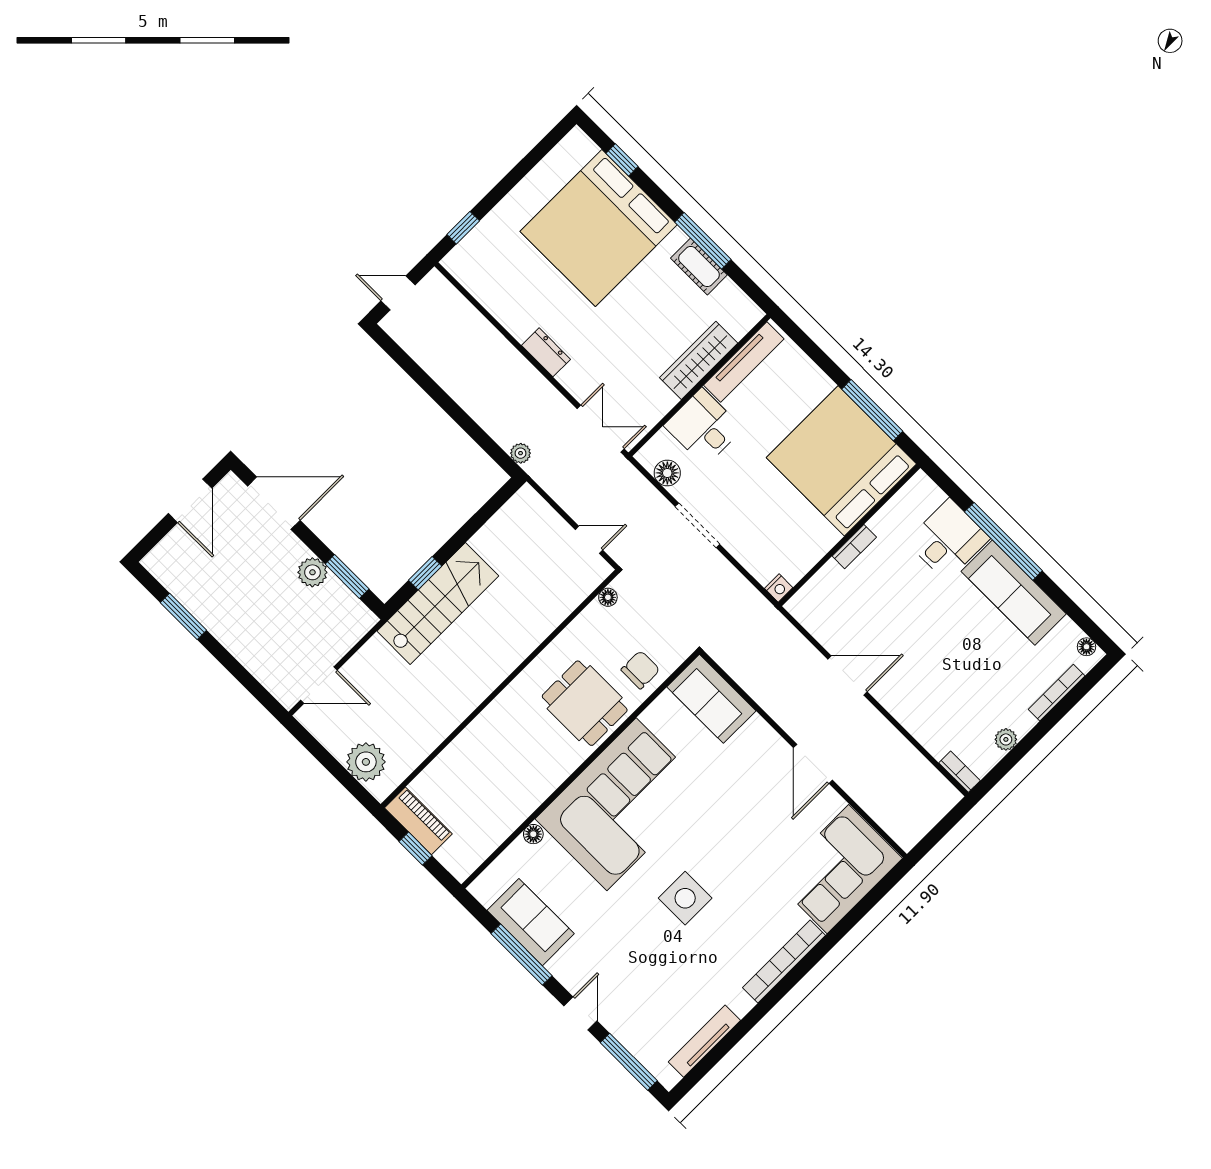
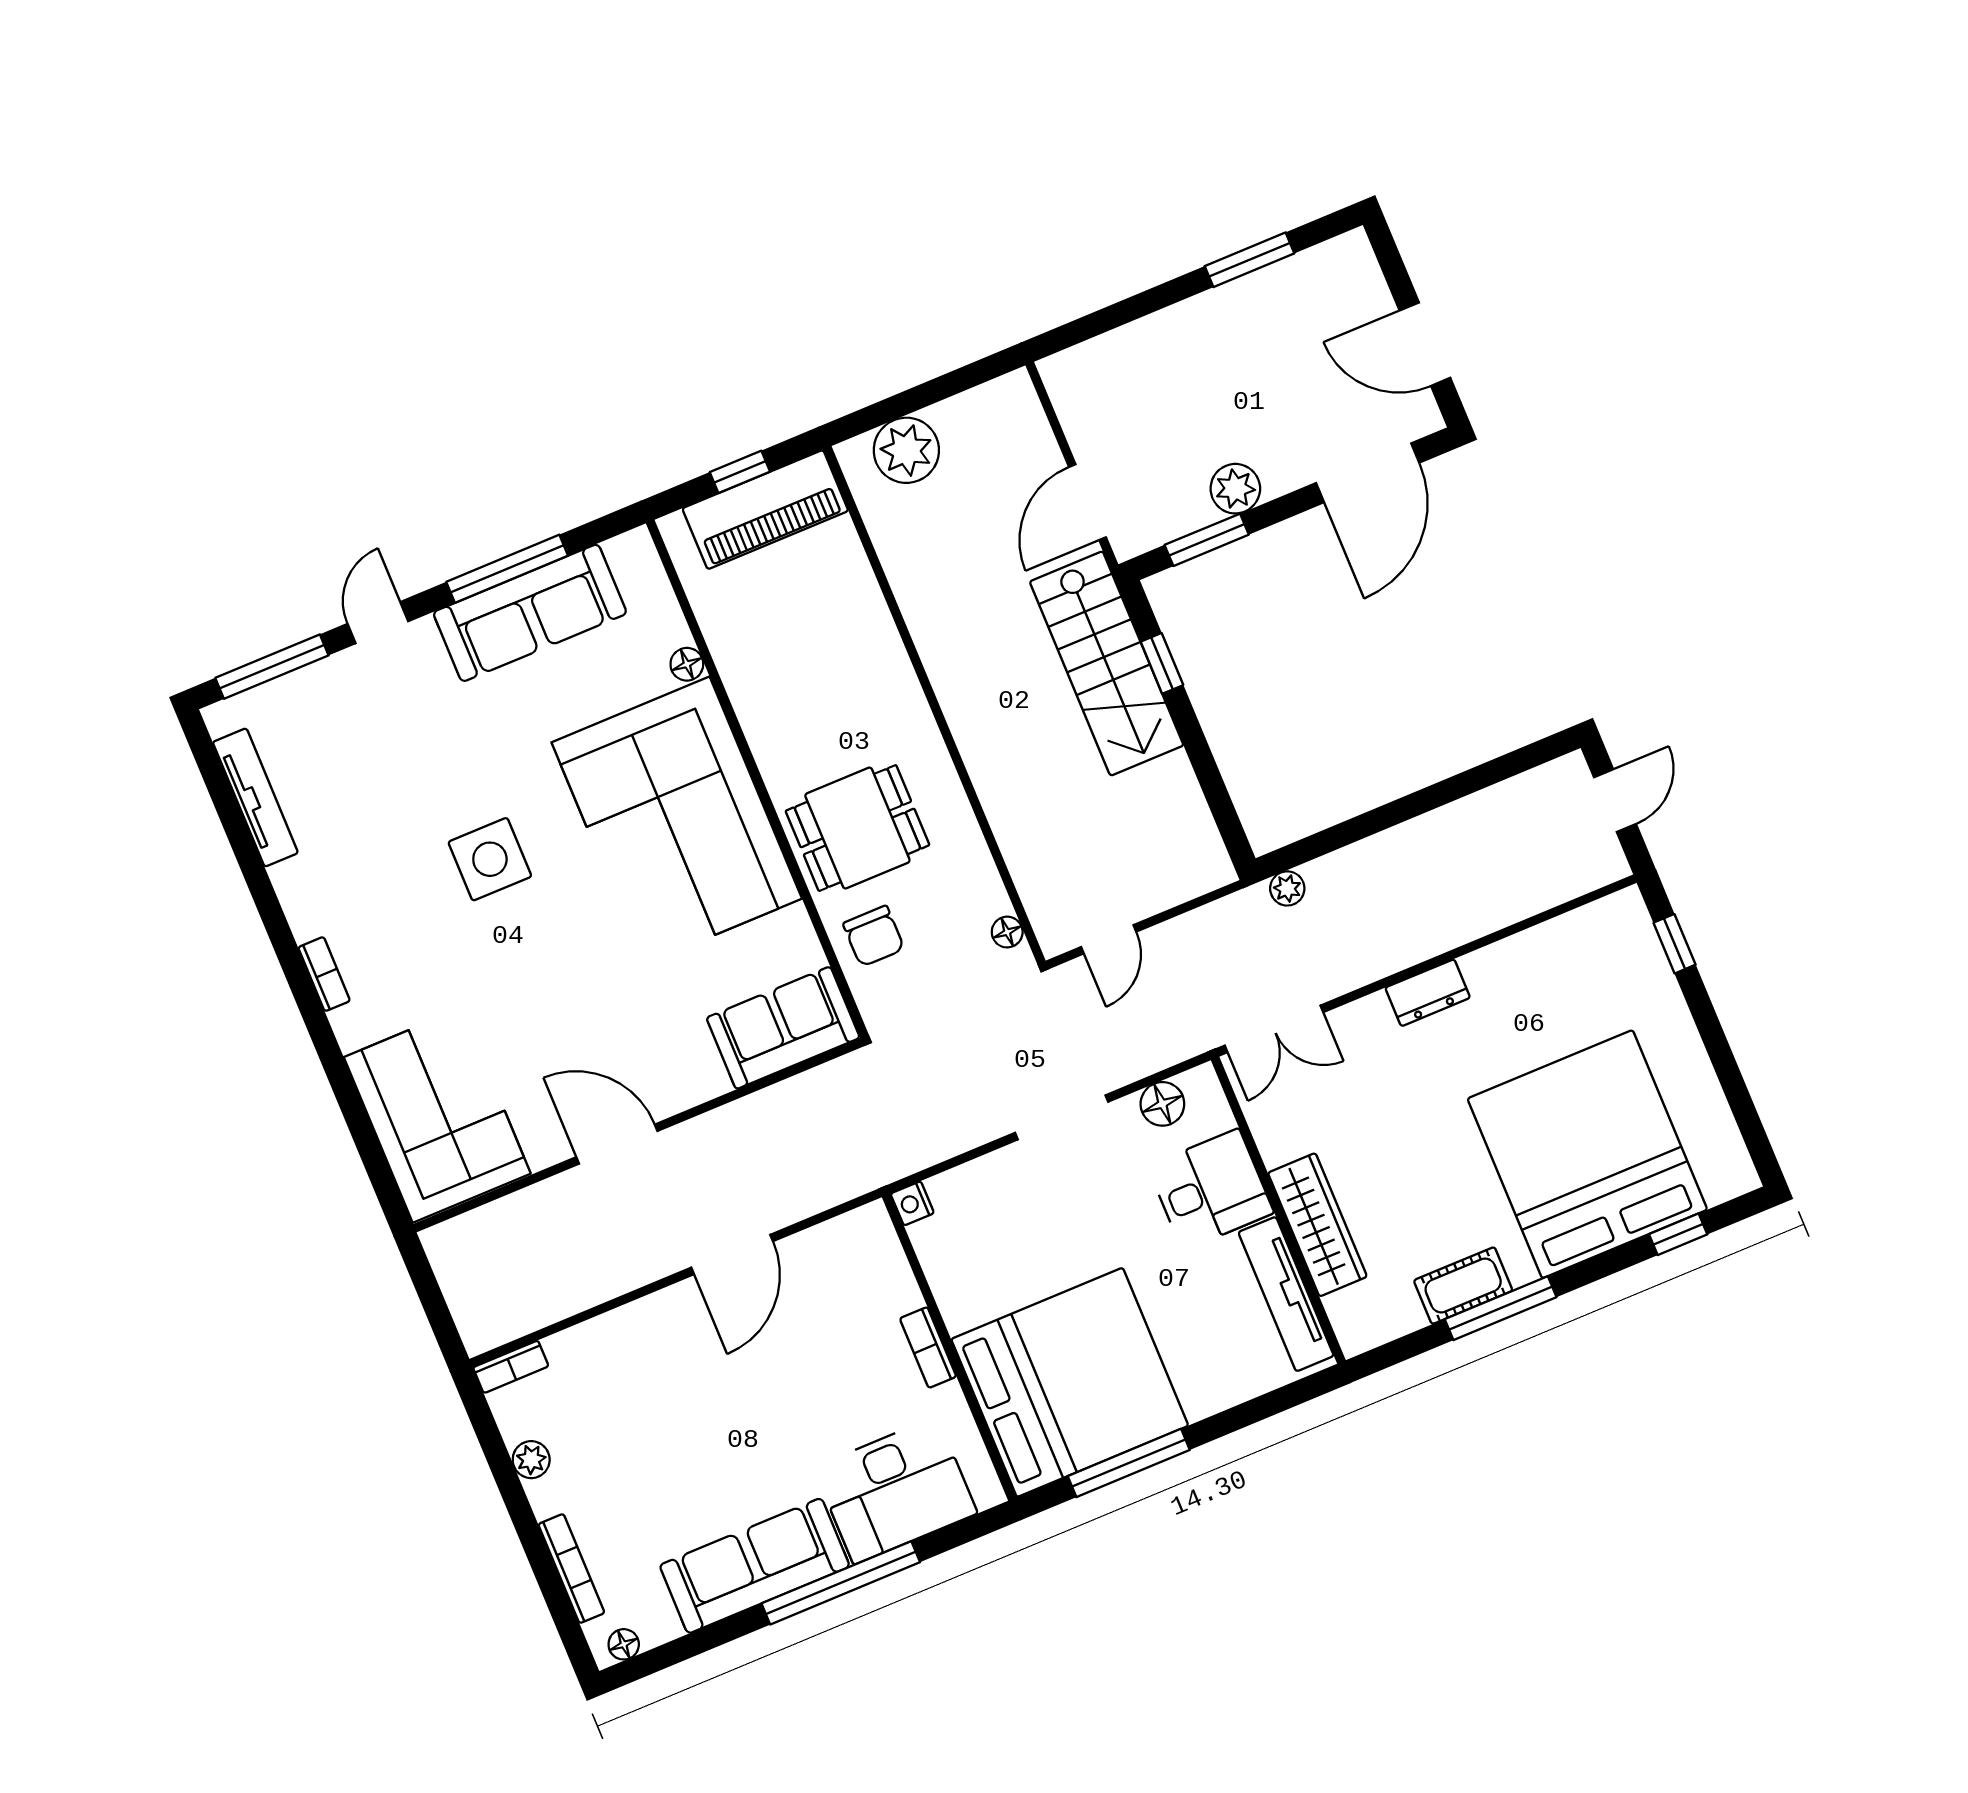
desk: (948, 540) -> (895, 1490), width x1.37
door: (319, 685) -> (1087, 502), moved
piano: (418, 821) -> (765, 510), width x1.37, depth x1.33
sofa: (531, 922) -> (530, 613), width x1.36
bookcase: (784, 961) -> (324, 974), width x0.43, depth x0.76
door: (580, 1013) -> (378, 623), swing flipped

